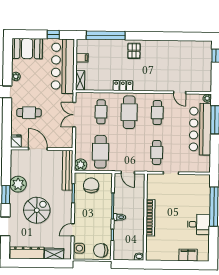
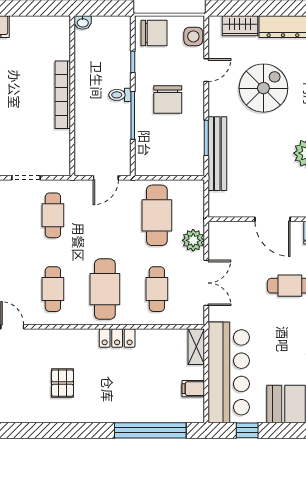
pallet: (134, 51) -> (63, 383), moved
plant: (81, 165) -> (193, 240), moved
bench: (67, 170) -> (217, 154), moved
door: (128, 172) -> (106, 178), swing flipped
chair: (91, 185) -> (168, 99), moved
spiral stairs: (37, 210) -> (263, 88), moved, turned 180

